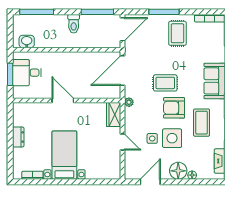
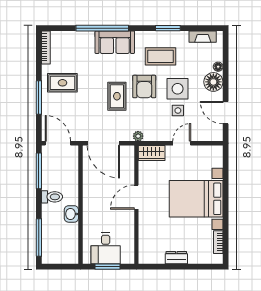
washbasin: (27, 41) -> (71, 214), moved
door: (63, 101) -> (136, 197), moved
bed with nightstands: (64, 155) -> (196, 199), width x1.36

